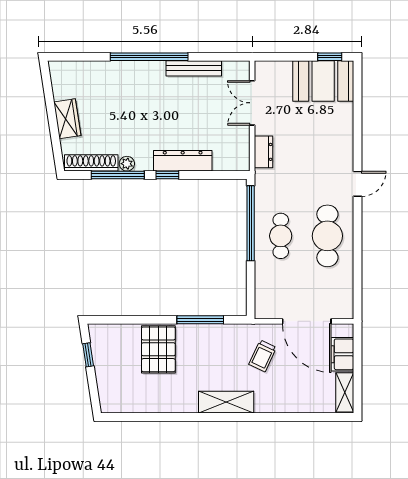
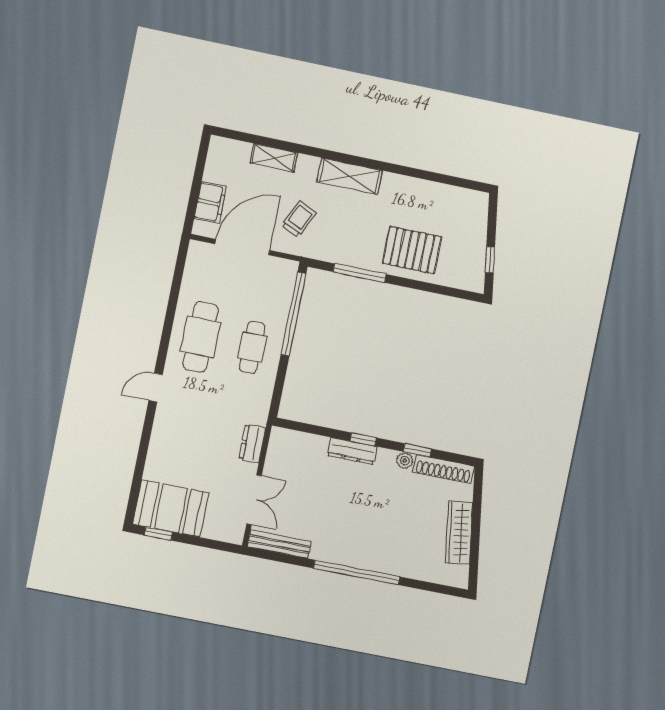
bench: (194, 68) -> (279, 544), moved
wardrobe: (67, 119) -> (459, 533), width x1.50
dresser: (183, 161) -> (352, 451), width x0.73, depth x0.80
window: (118, 175) -> (417, 450), width x0.46
window: (251, 223) -> (293, 314), moved
door: (307, 321) -> (242, 247), hinge flipped
pallet: (158, 349) -> (412, 250), turned 90
shelving: (345, 392) -> (274, 158), moved, turned 90

